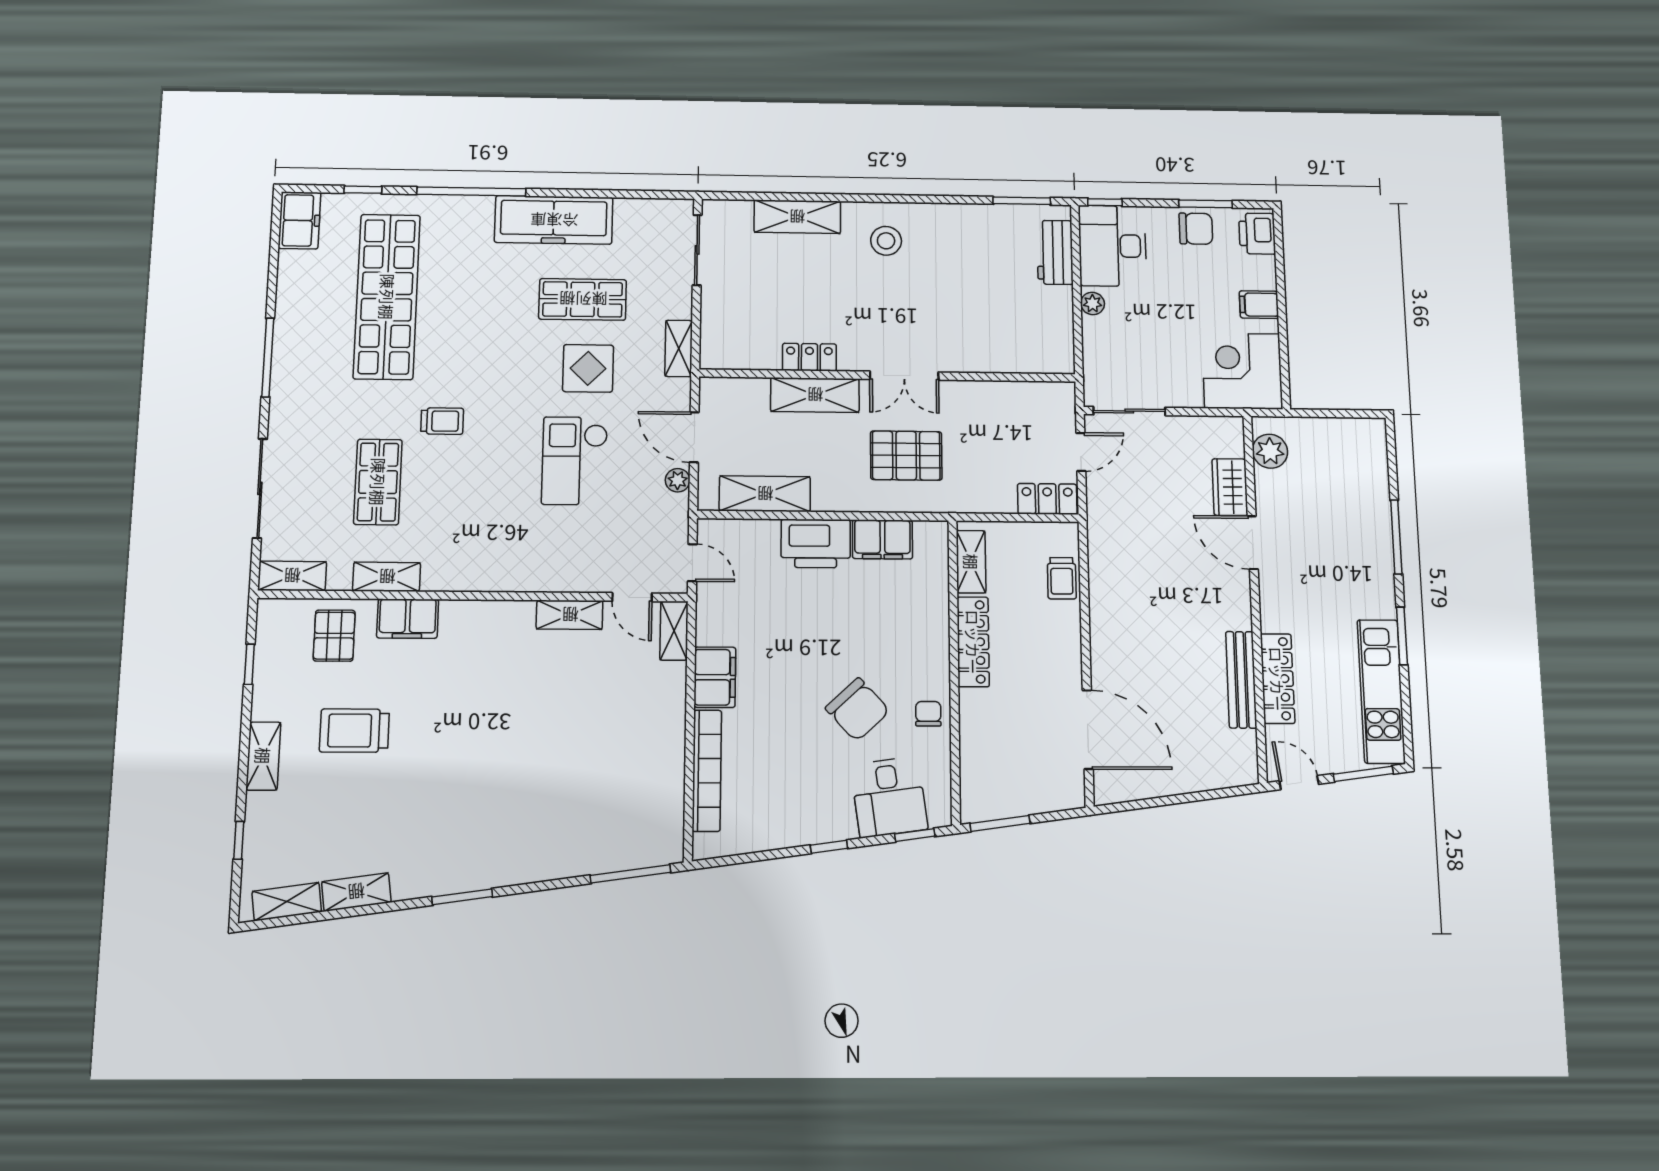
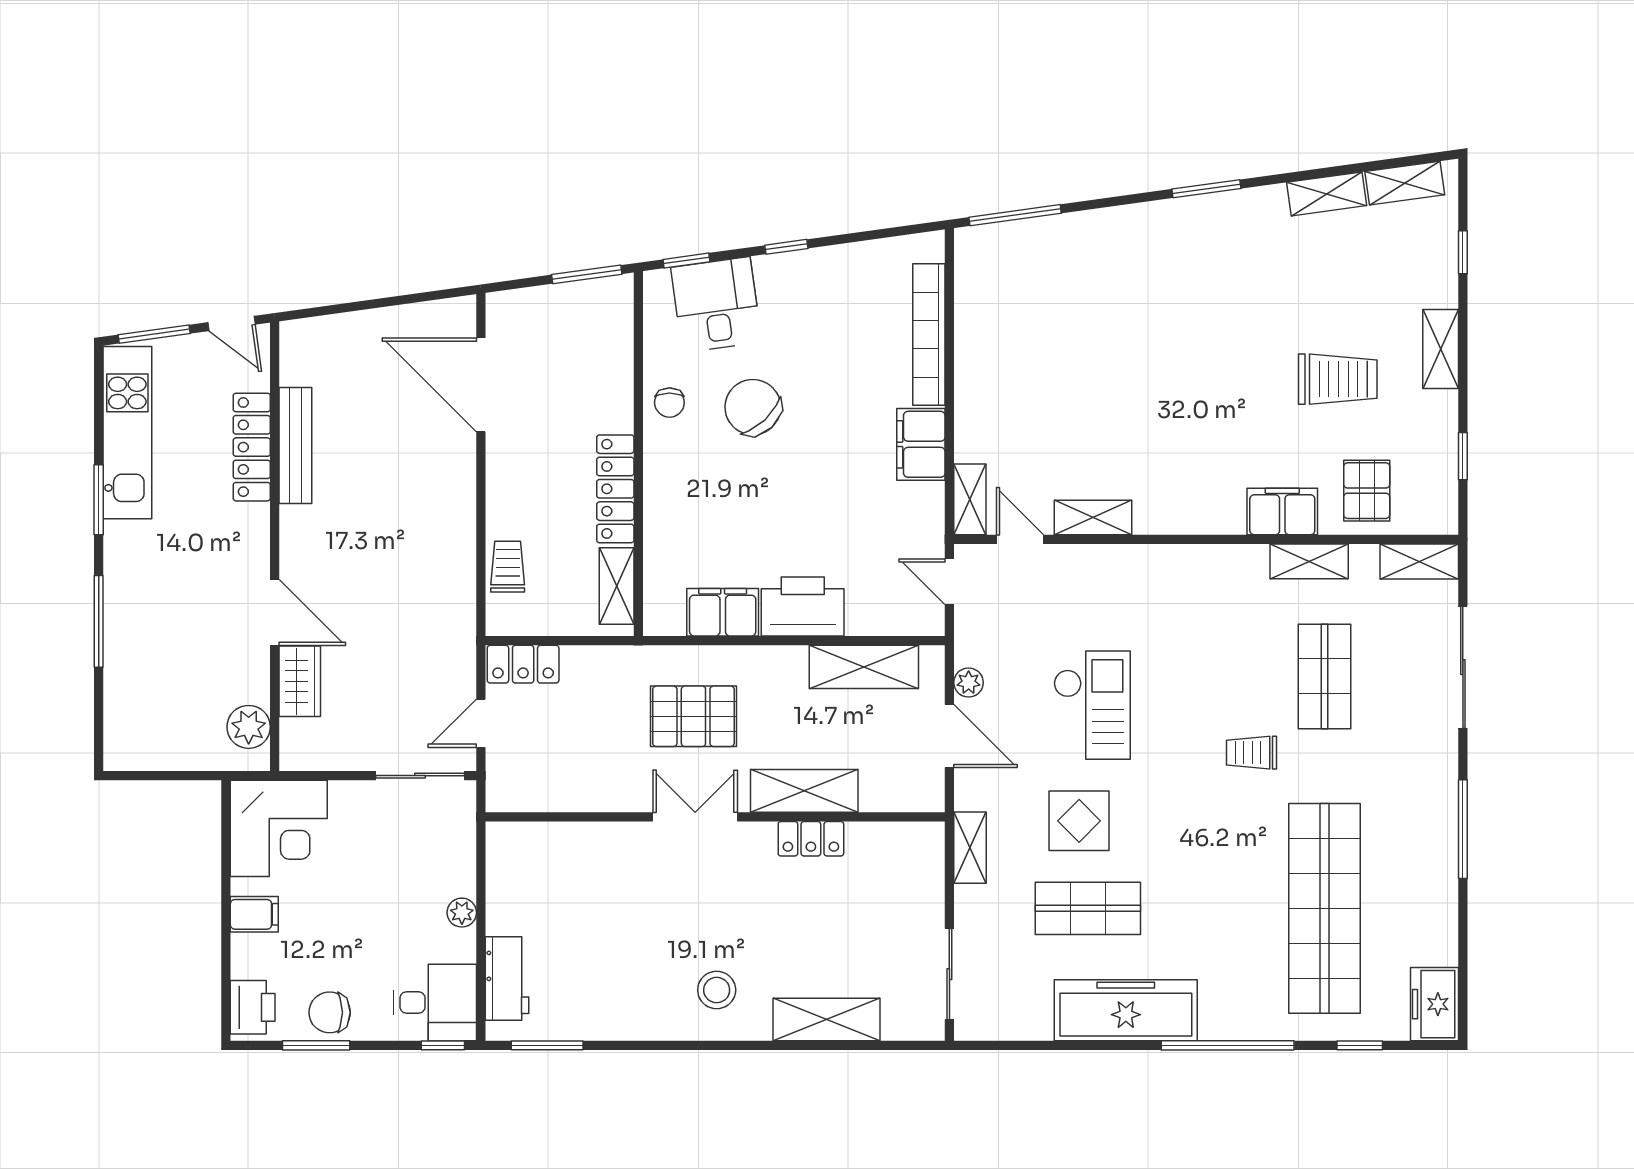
desk: (1112, 246) -> (435, 1002), width x0.73

